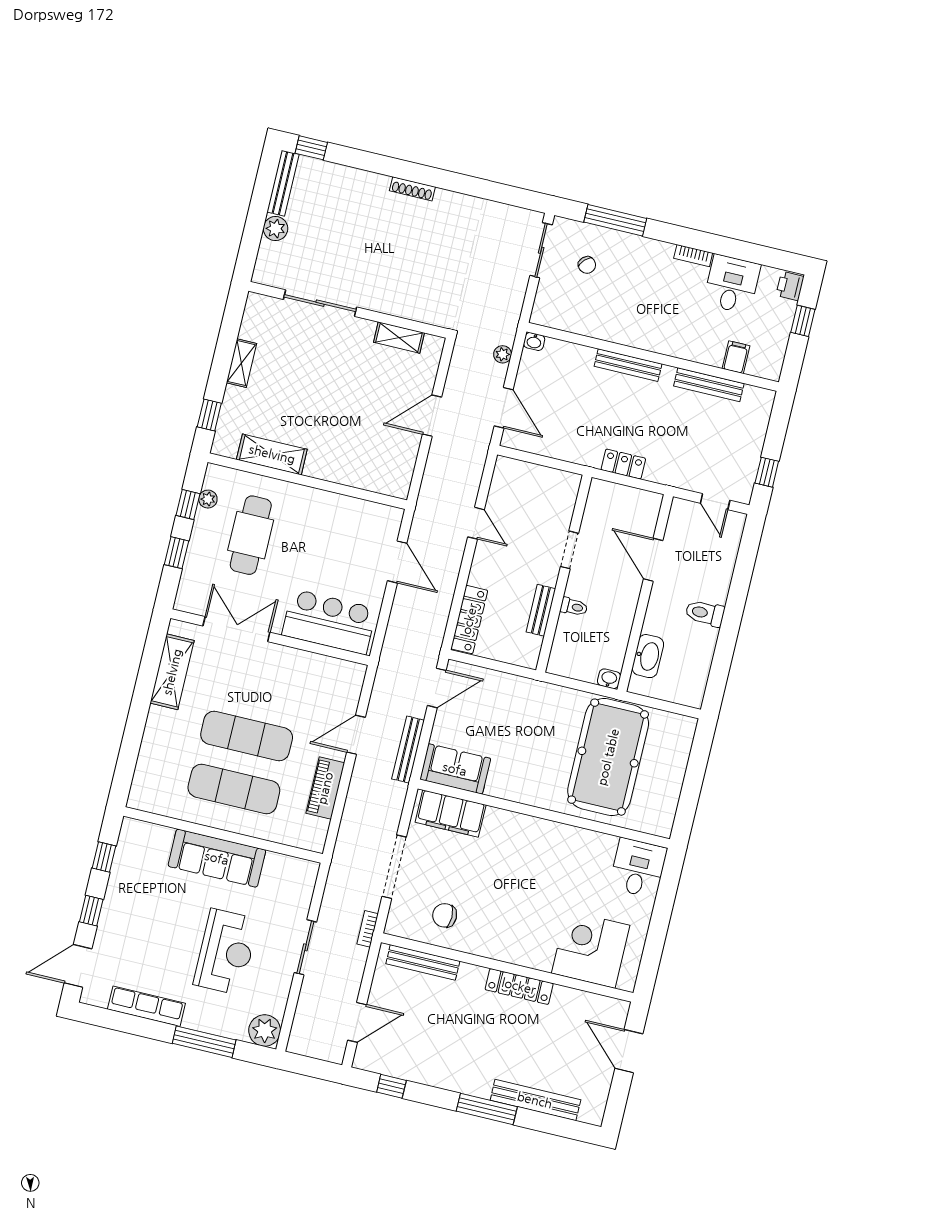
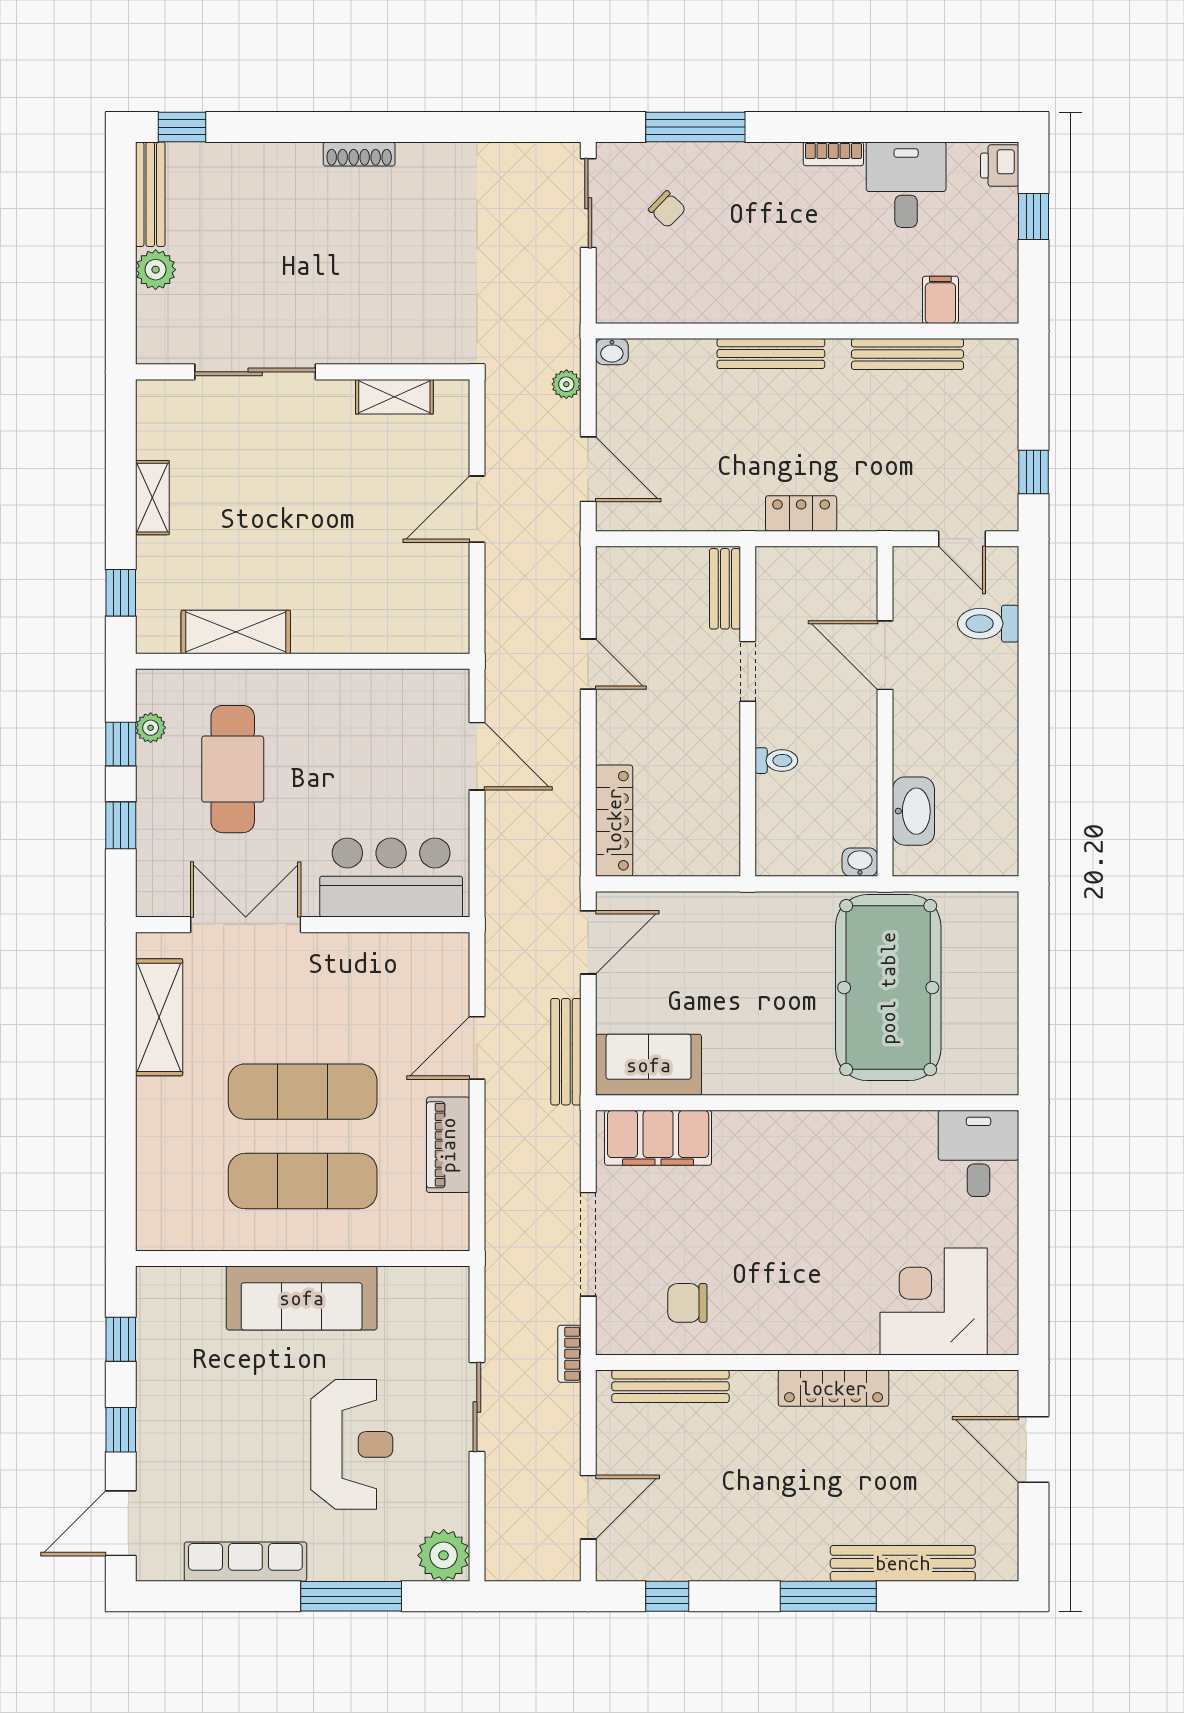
bench: (541, 610) -> (725, 589), moved
toilet: (705, 613) -> (988, 624), moved

